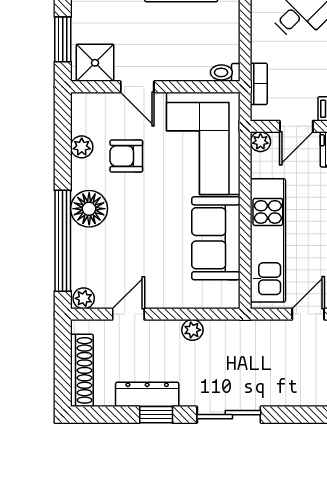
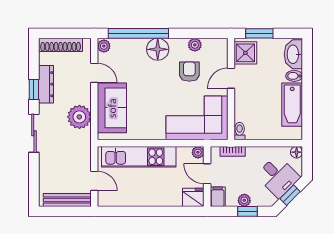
sofa: (216, 238) -> (112, 108), moved, turned 90
plant: (192, 330) -> (79, 117), width x1.87, depth x1.87

